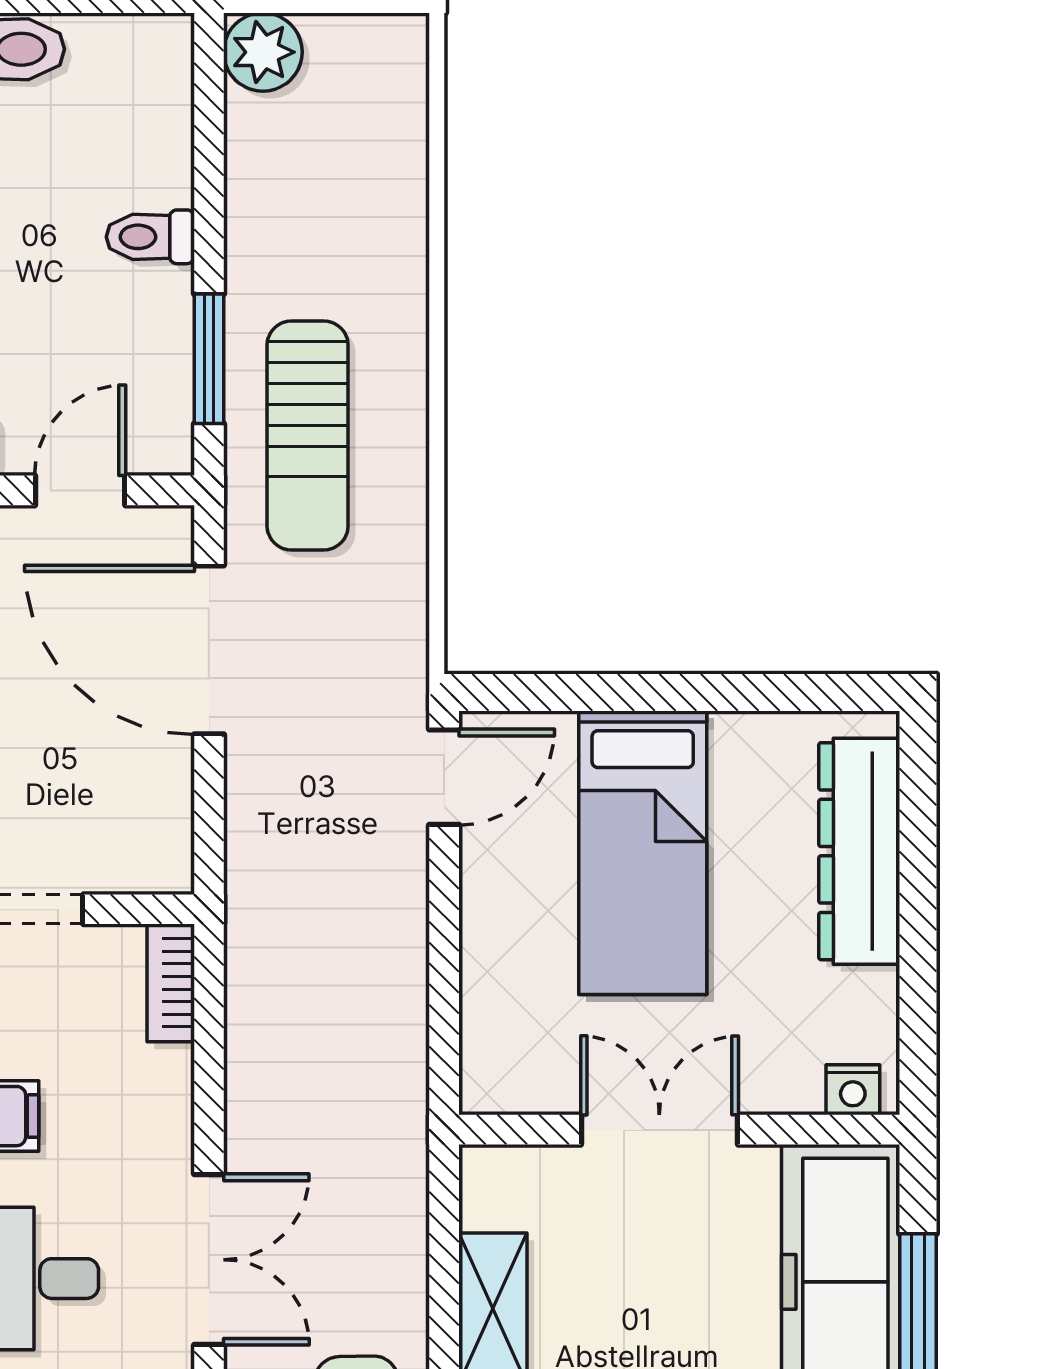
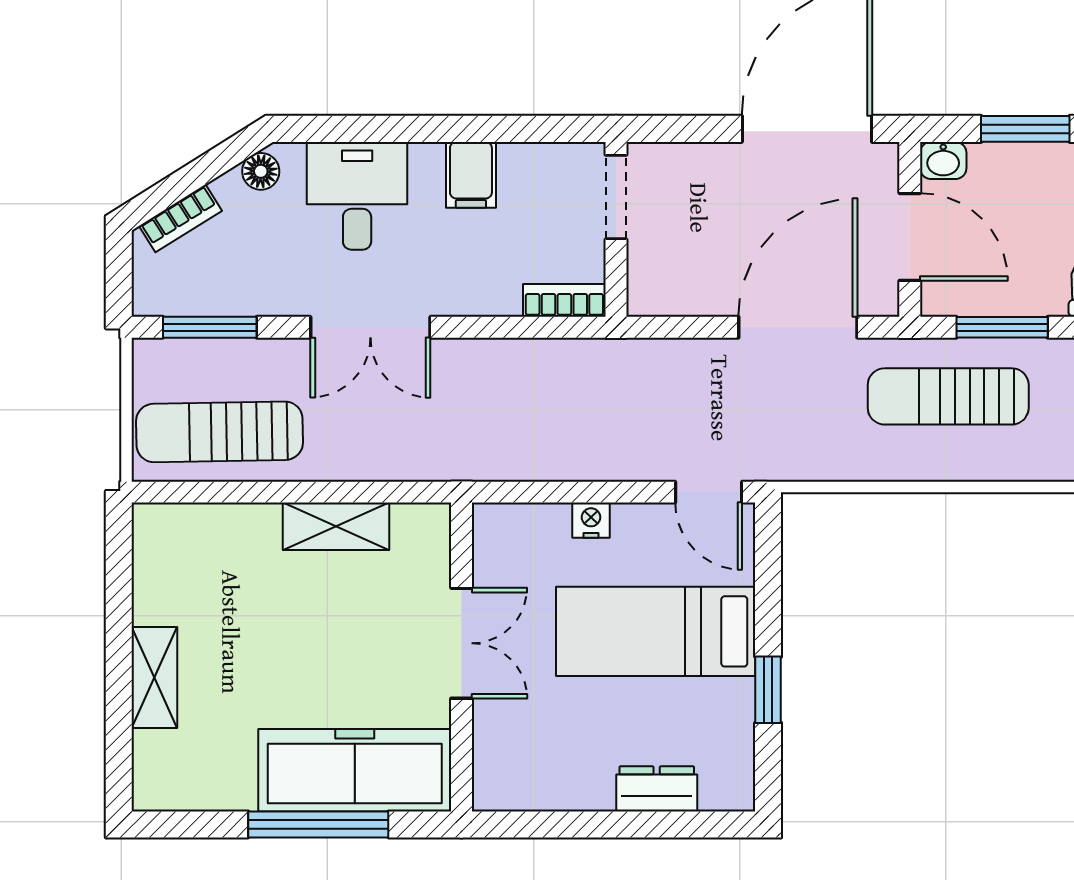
door: (80, 490) -> (910, 237), width x1.38
window: (726, 692) -> (768, 690), added
dresser: (859, 851) -> (657, 789), width x0.51, depth x0.80
nightstand: (853, 1090) -> (591, 520), moved, turned 90

